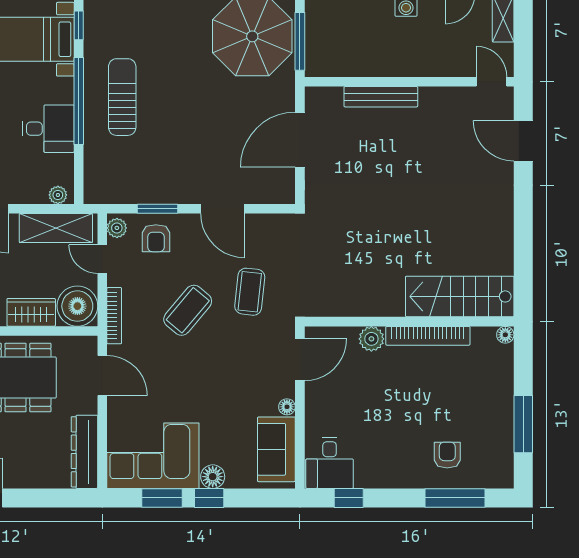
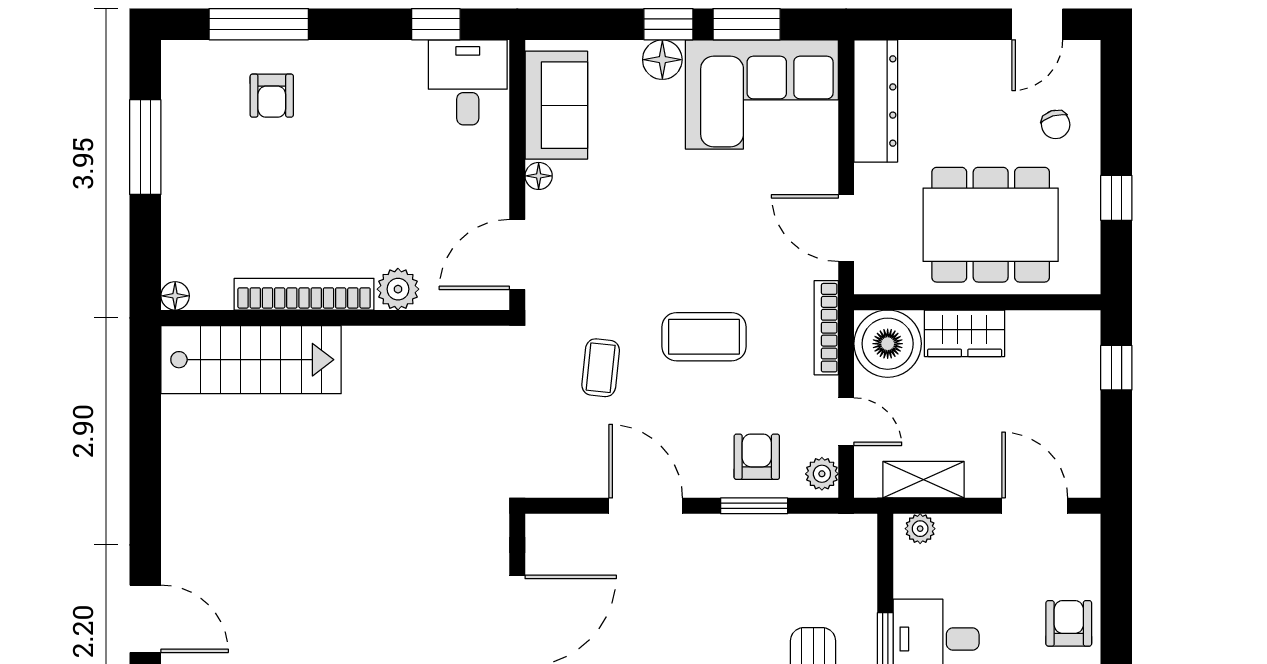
shelving: (56, 228) -> (923, 480), width x0.67, depth x0.75
coffee table: (250, 292) -> (601, 368), width x0.73, depth x0.77
coffee table: (188, 310) -> (704, 337), turned 50

